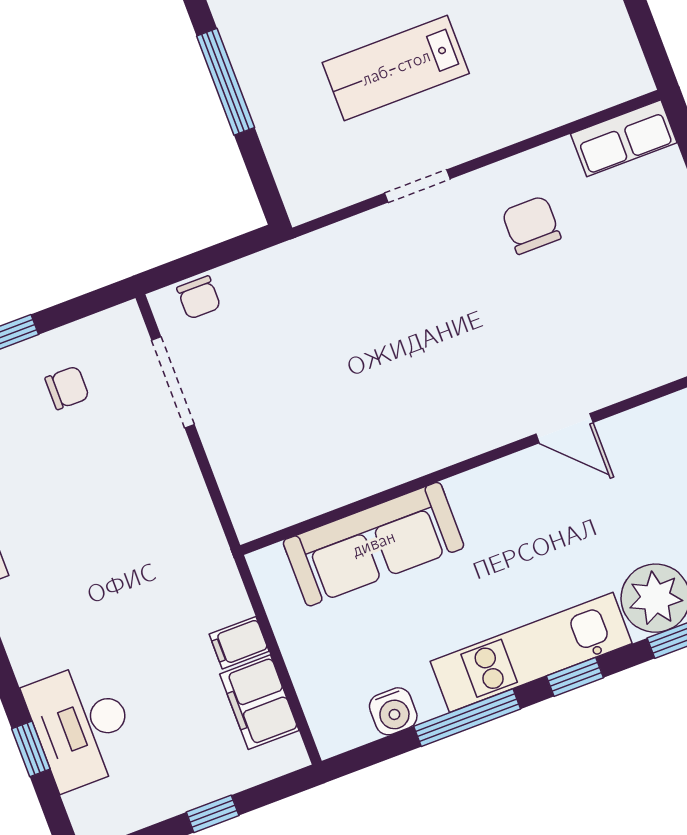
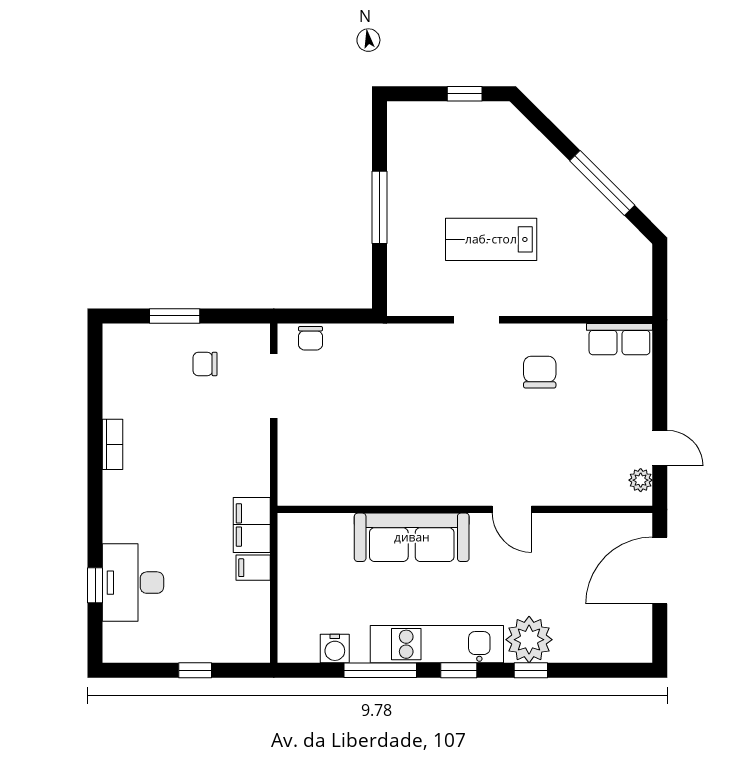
chair: (67, 388) -> (205, 364), turned 180
sofa: (374, 544) -> (412, 537), moved
filing cabinet: (259, 702) -> (252, 525), moved

